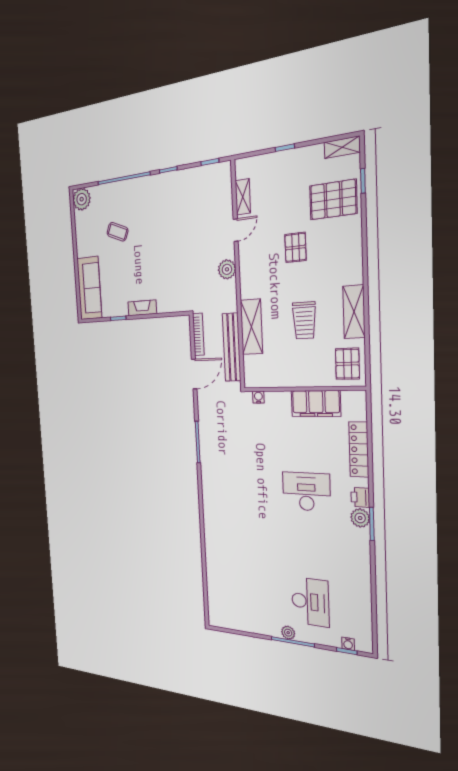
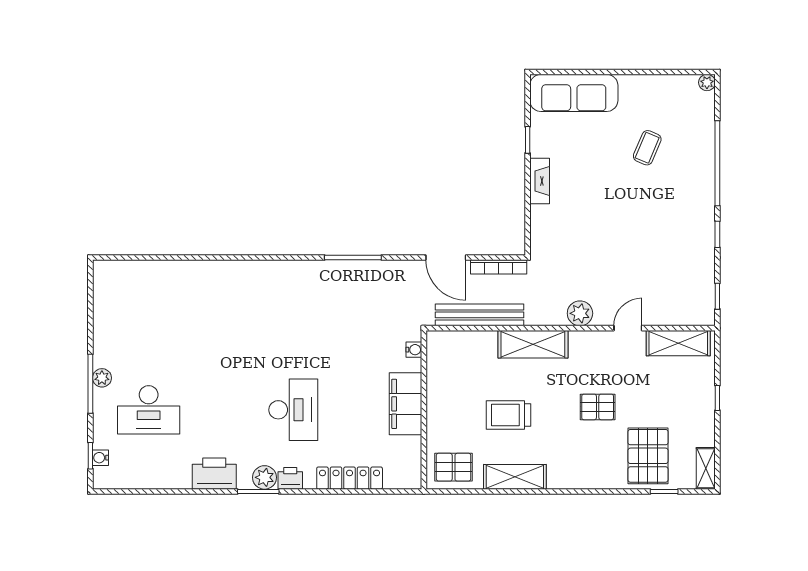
shelving: (243, 197) -> (678, 343), width x1.50, depth x1.33
plant: (82, 199) -> (707, 82), width x0.53, depth x0.53
door: (236, 230) -> (628, 328), swing flipped
shelving: (251, 327) -> (533, 344), moved
filing cabinet: (316, 404) -> (405, 404), moved
printer: (358, 558) -> (214, 474), added

